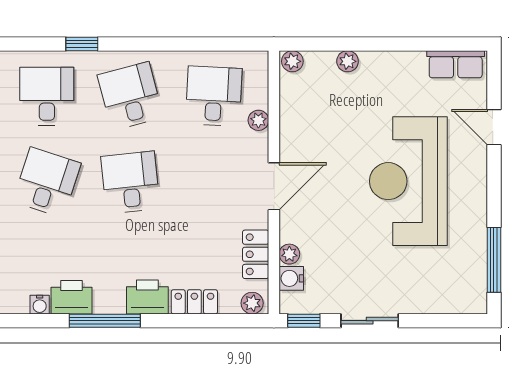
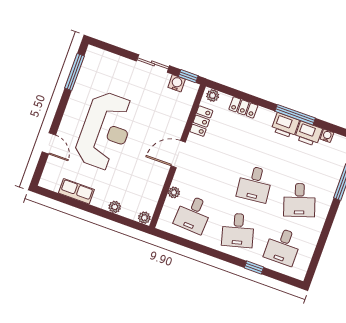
row of seats: (456, 64) -> (76, 191), moved
desk: (47, 182) -> (299, 200), turned -36
plant: (289, 254) -> (183, 115), removed
water cooler: (291, 278) -> (177, 83), moved, turned -90
printer: (147, 297) -> (285, 125), moved

